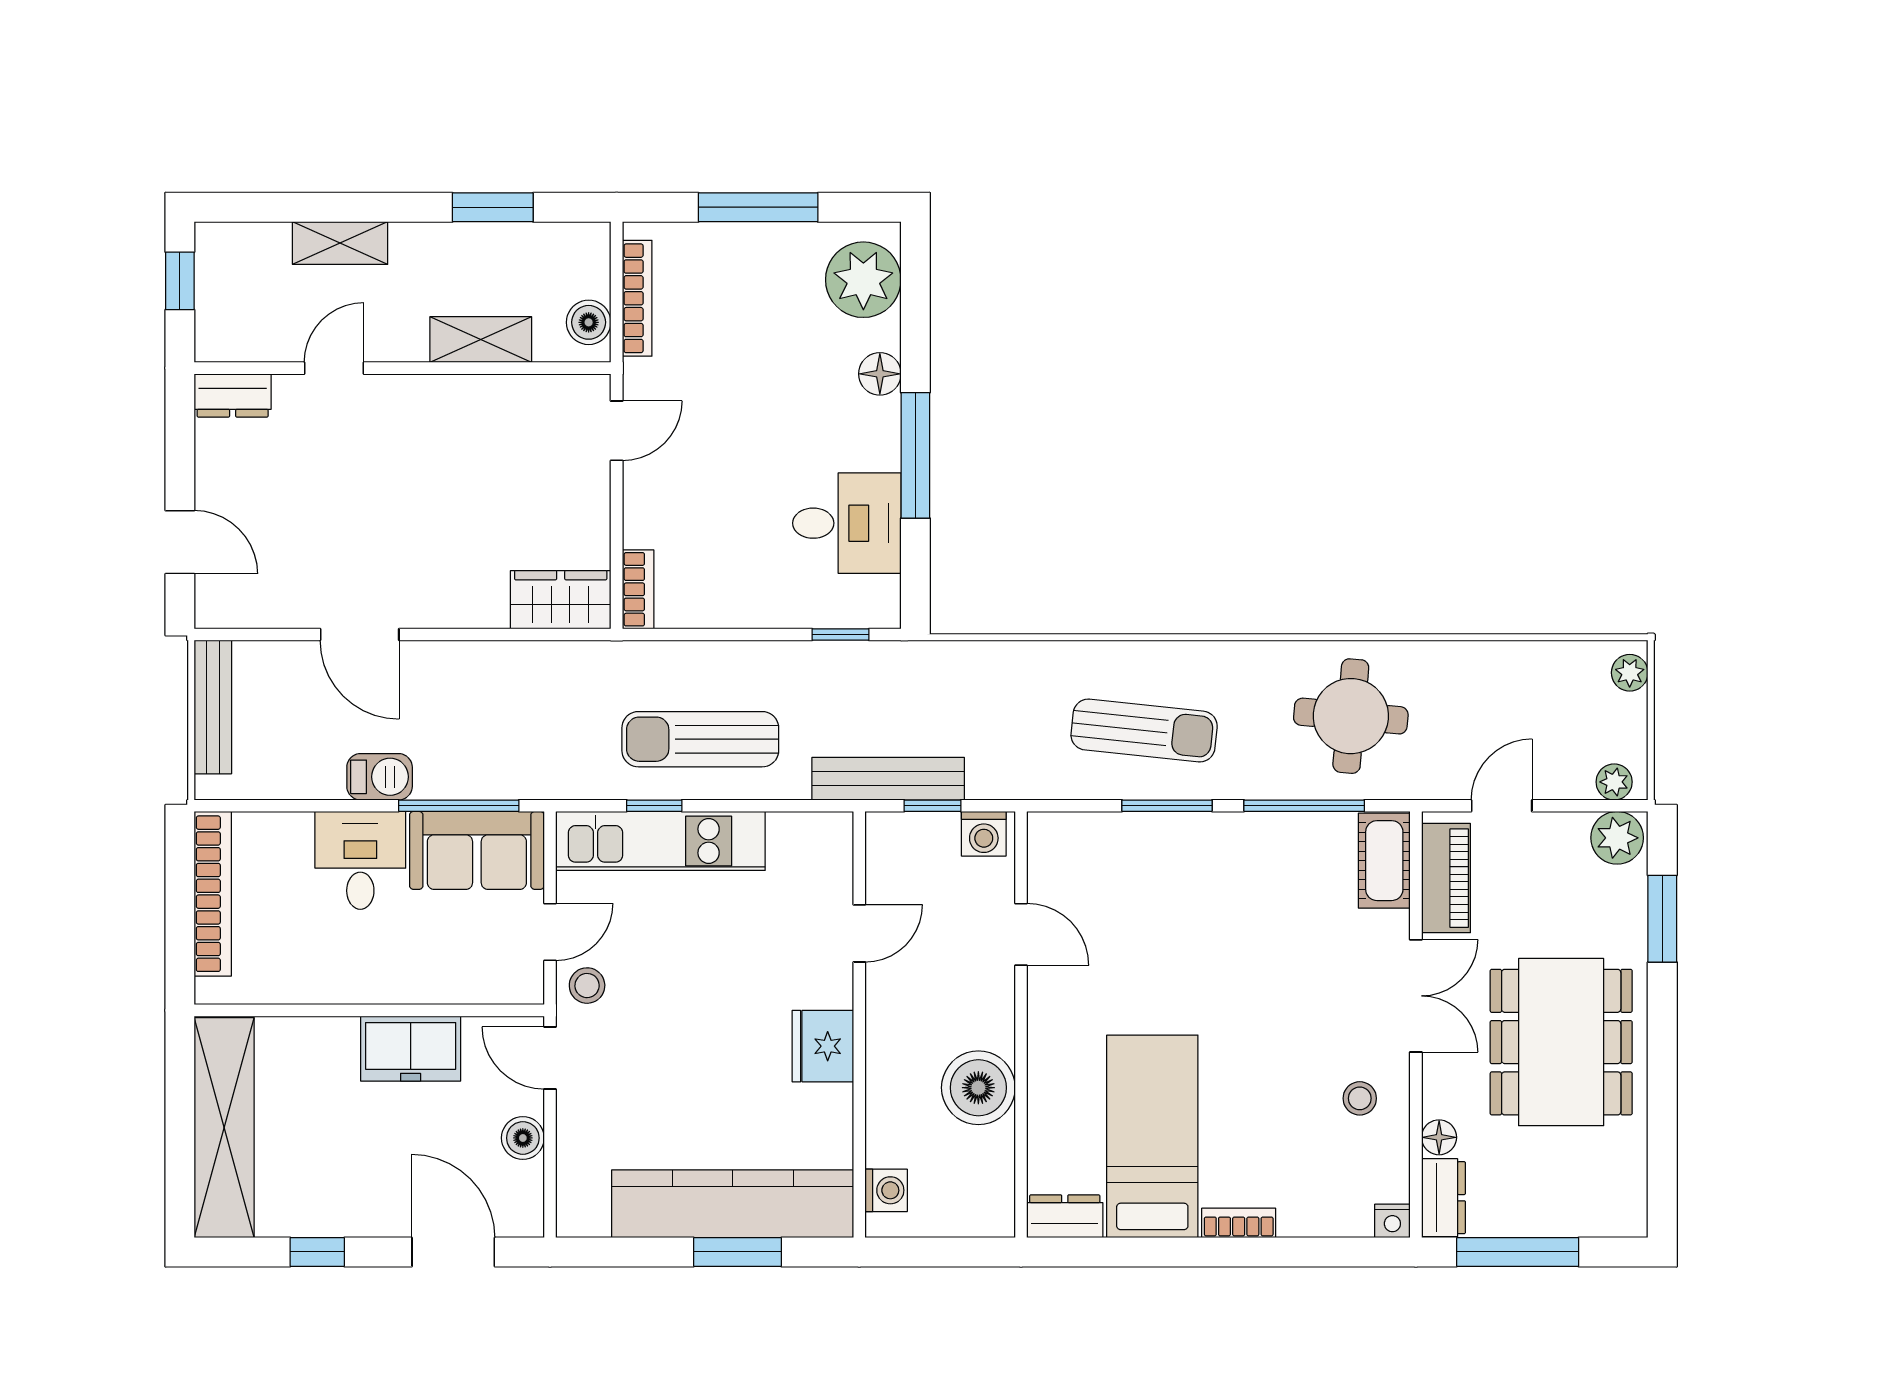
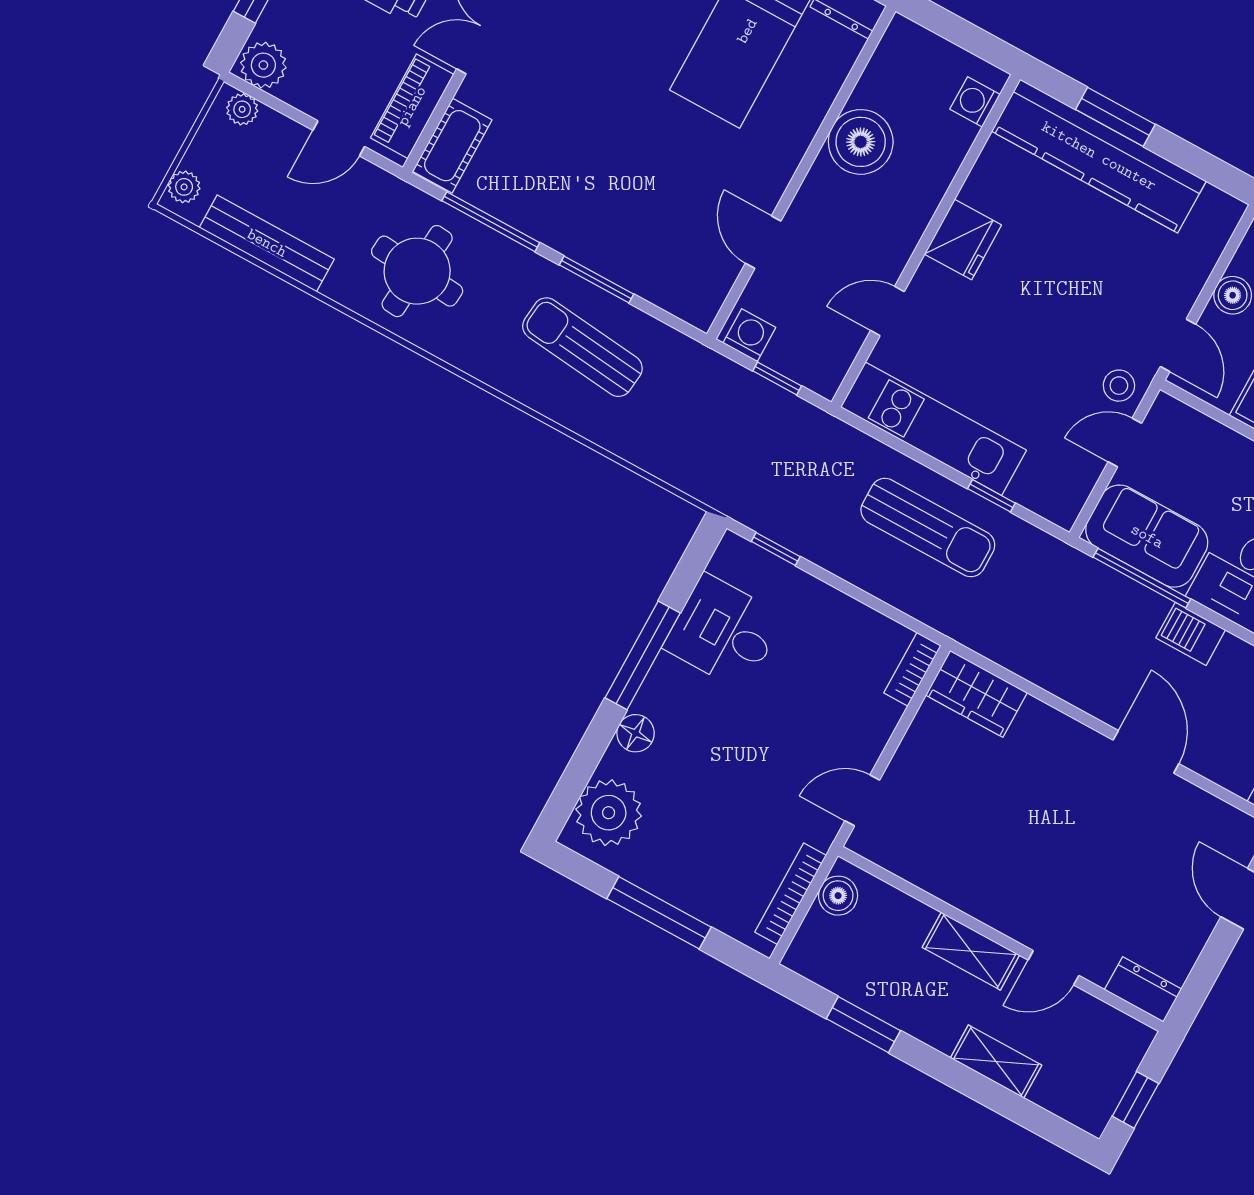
shelving: (481, 339) -> (971, 951), moved
bench: (888, 779) -> (267, 243), moved
kitchen unit: (660, 841) -> (933, 429), moved

